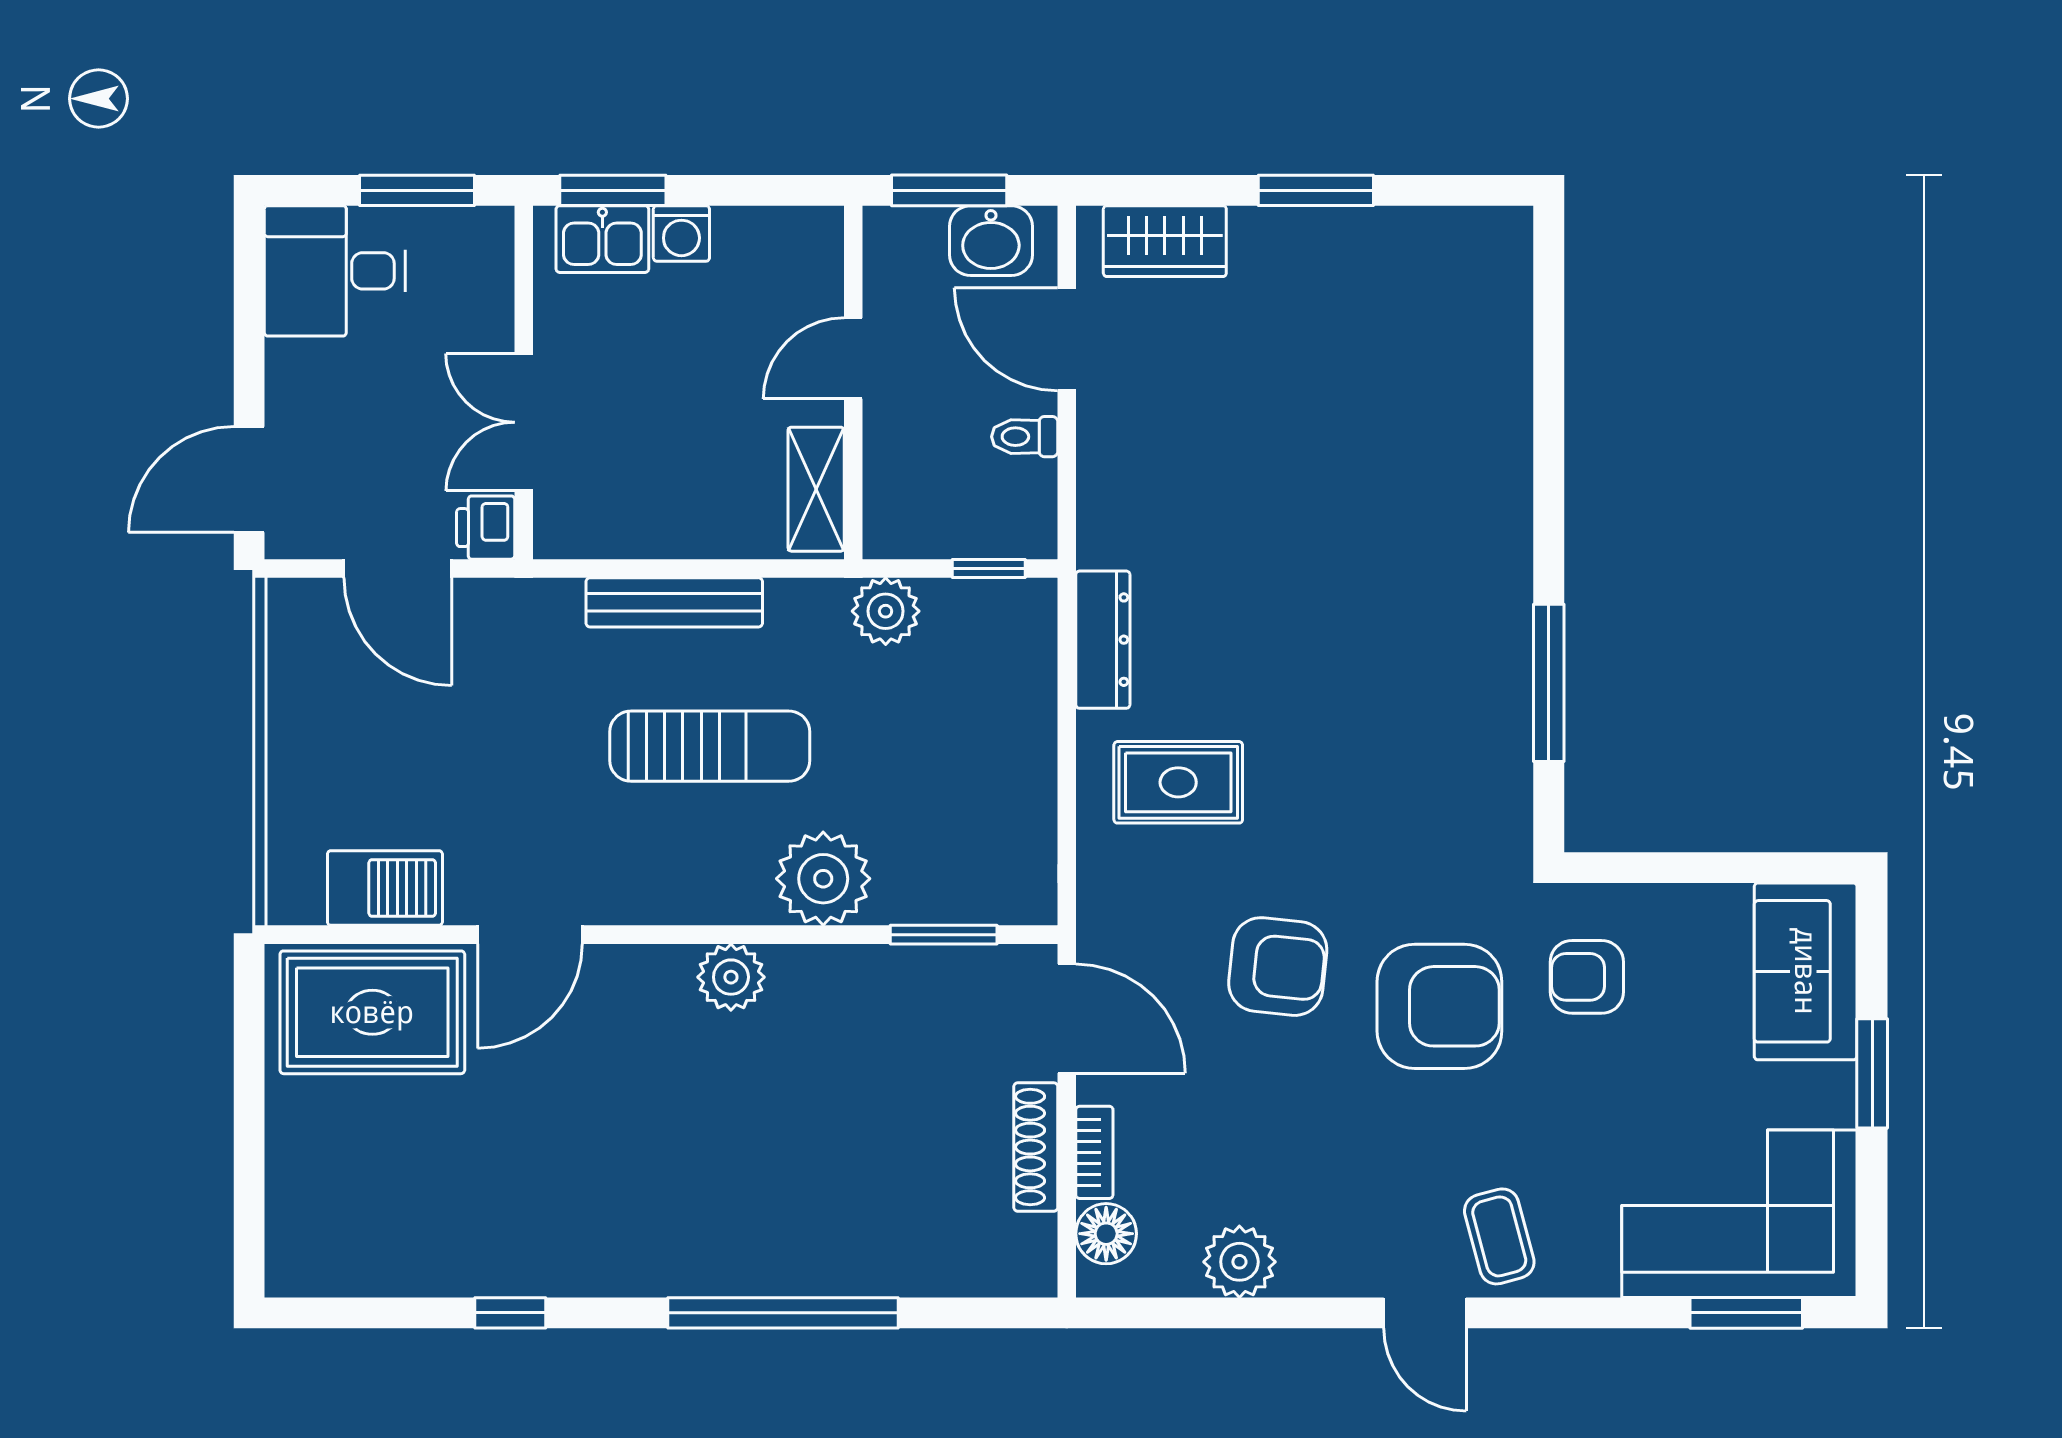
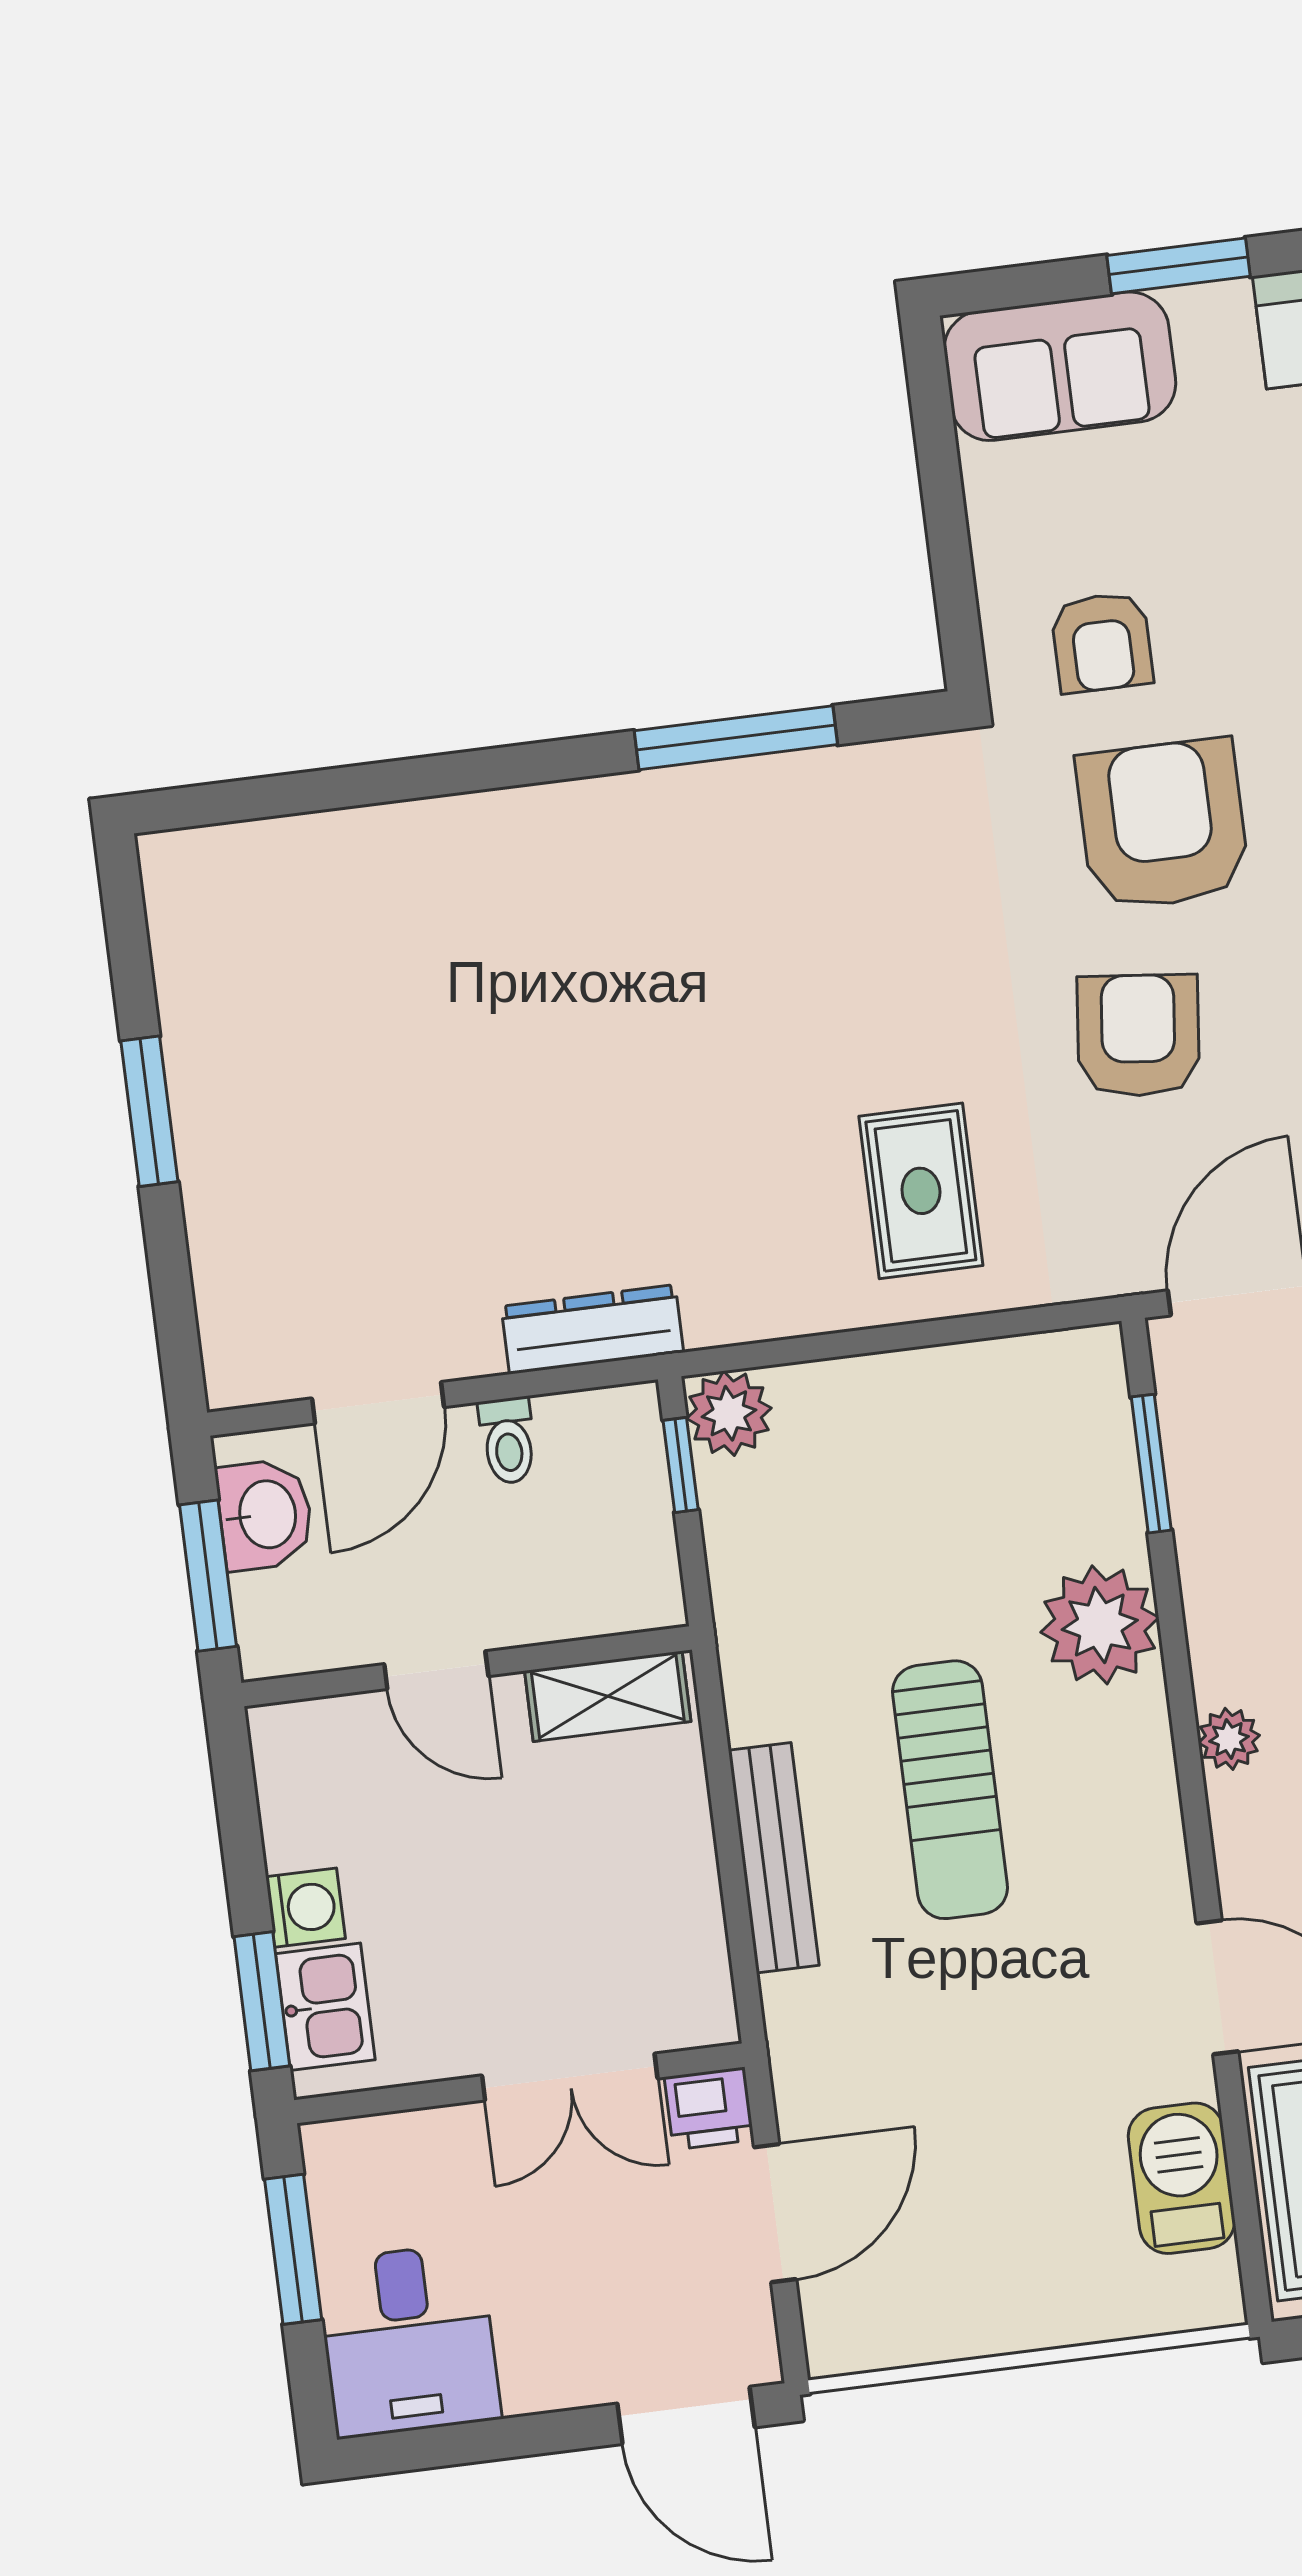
wardrobe: (1165, 241) -> (238, 1294), removed
plant: (886, 611) -> (729, 1413), moved
dresser: (1103, 640) -> (592, 1329), moved
sun lounger: (710, 746) -> (950, 1790), turned 180
plant: (731, 977) -> (1229, 1739), width x0.73, depth x0.73

